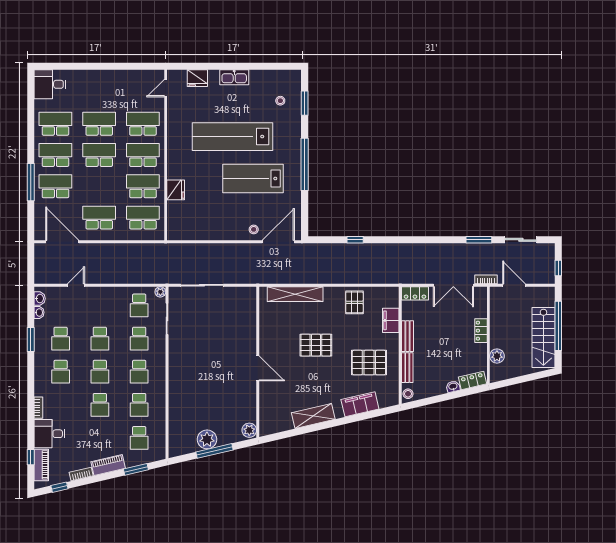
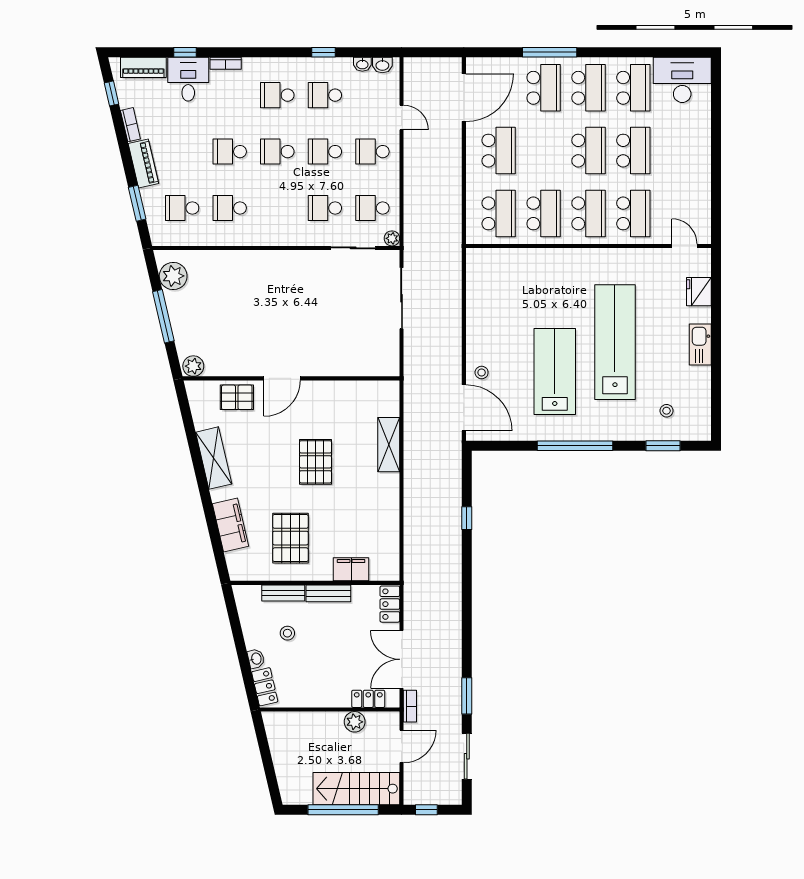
desk: (50, 84) -> (682, 80), width x1.37
fridge: (176, 190) -> (538, 260), removed
shelving: (295, 294) -> (389, 445), width x0.68
pallet: (354, 302) -> (237, 397), moved
locker: (481, 331) -> (368, 699), moved
stairs: (543, 338) -> (356, 789), moved
window: (31, 340) -> (323, 52), width x0.67
plant: (497, 356) -> (355, 722), moved
school desk: (139, 372) -> (372, 152), moved
stool: (408, 394) -> (287, 633), moved
plant: (207, 439) -> (173, 276), moved
window: (31, 457) -> (185, 52), moved

